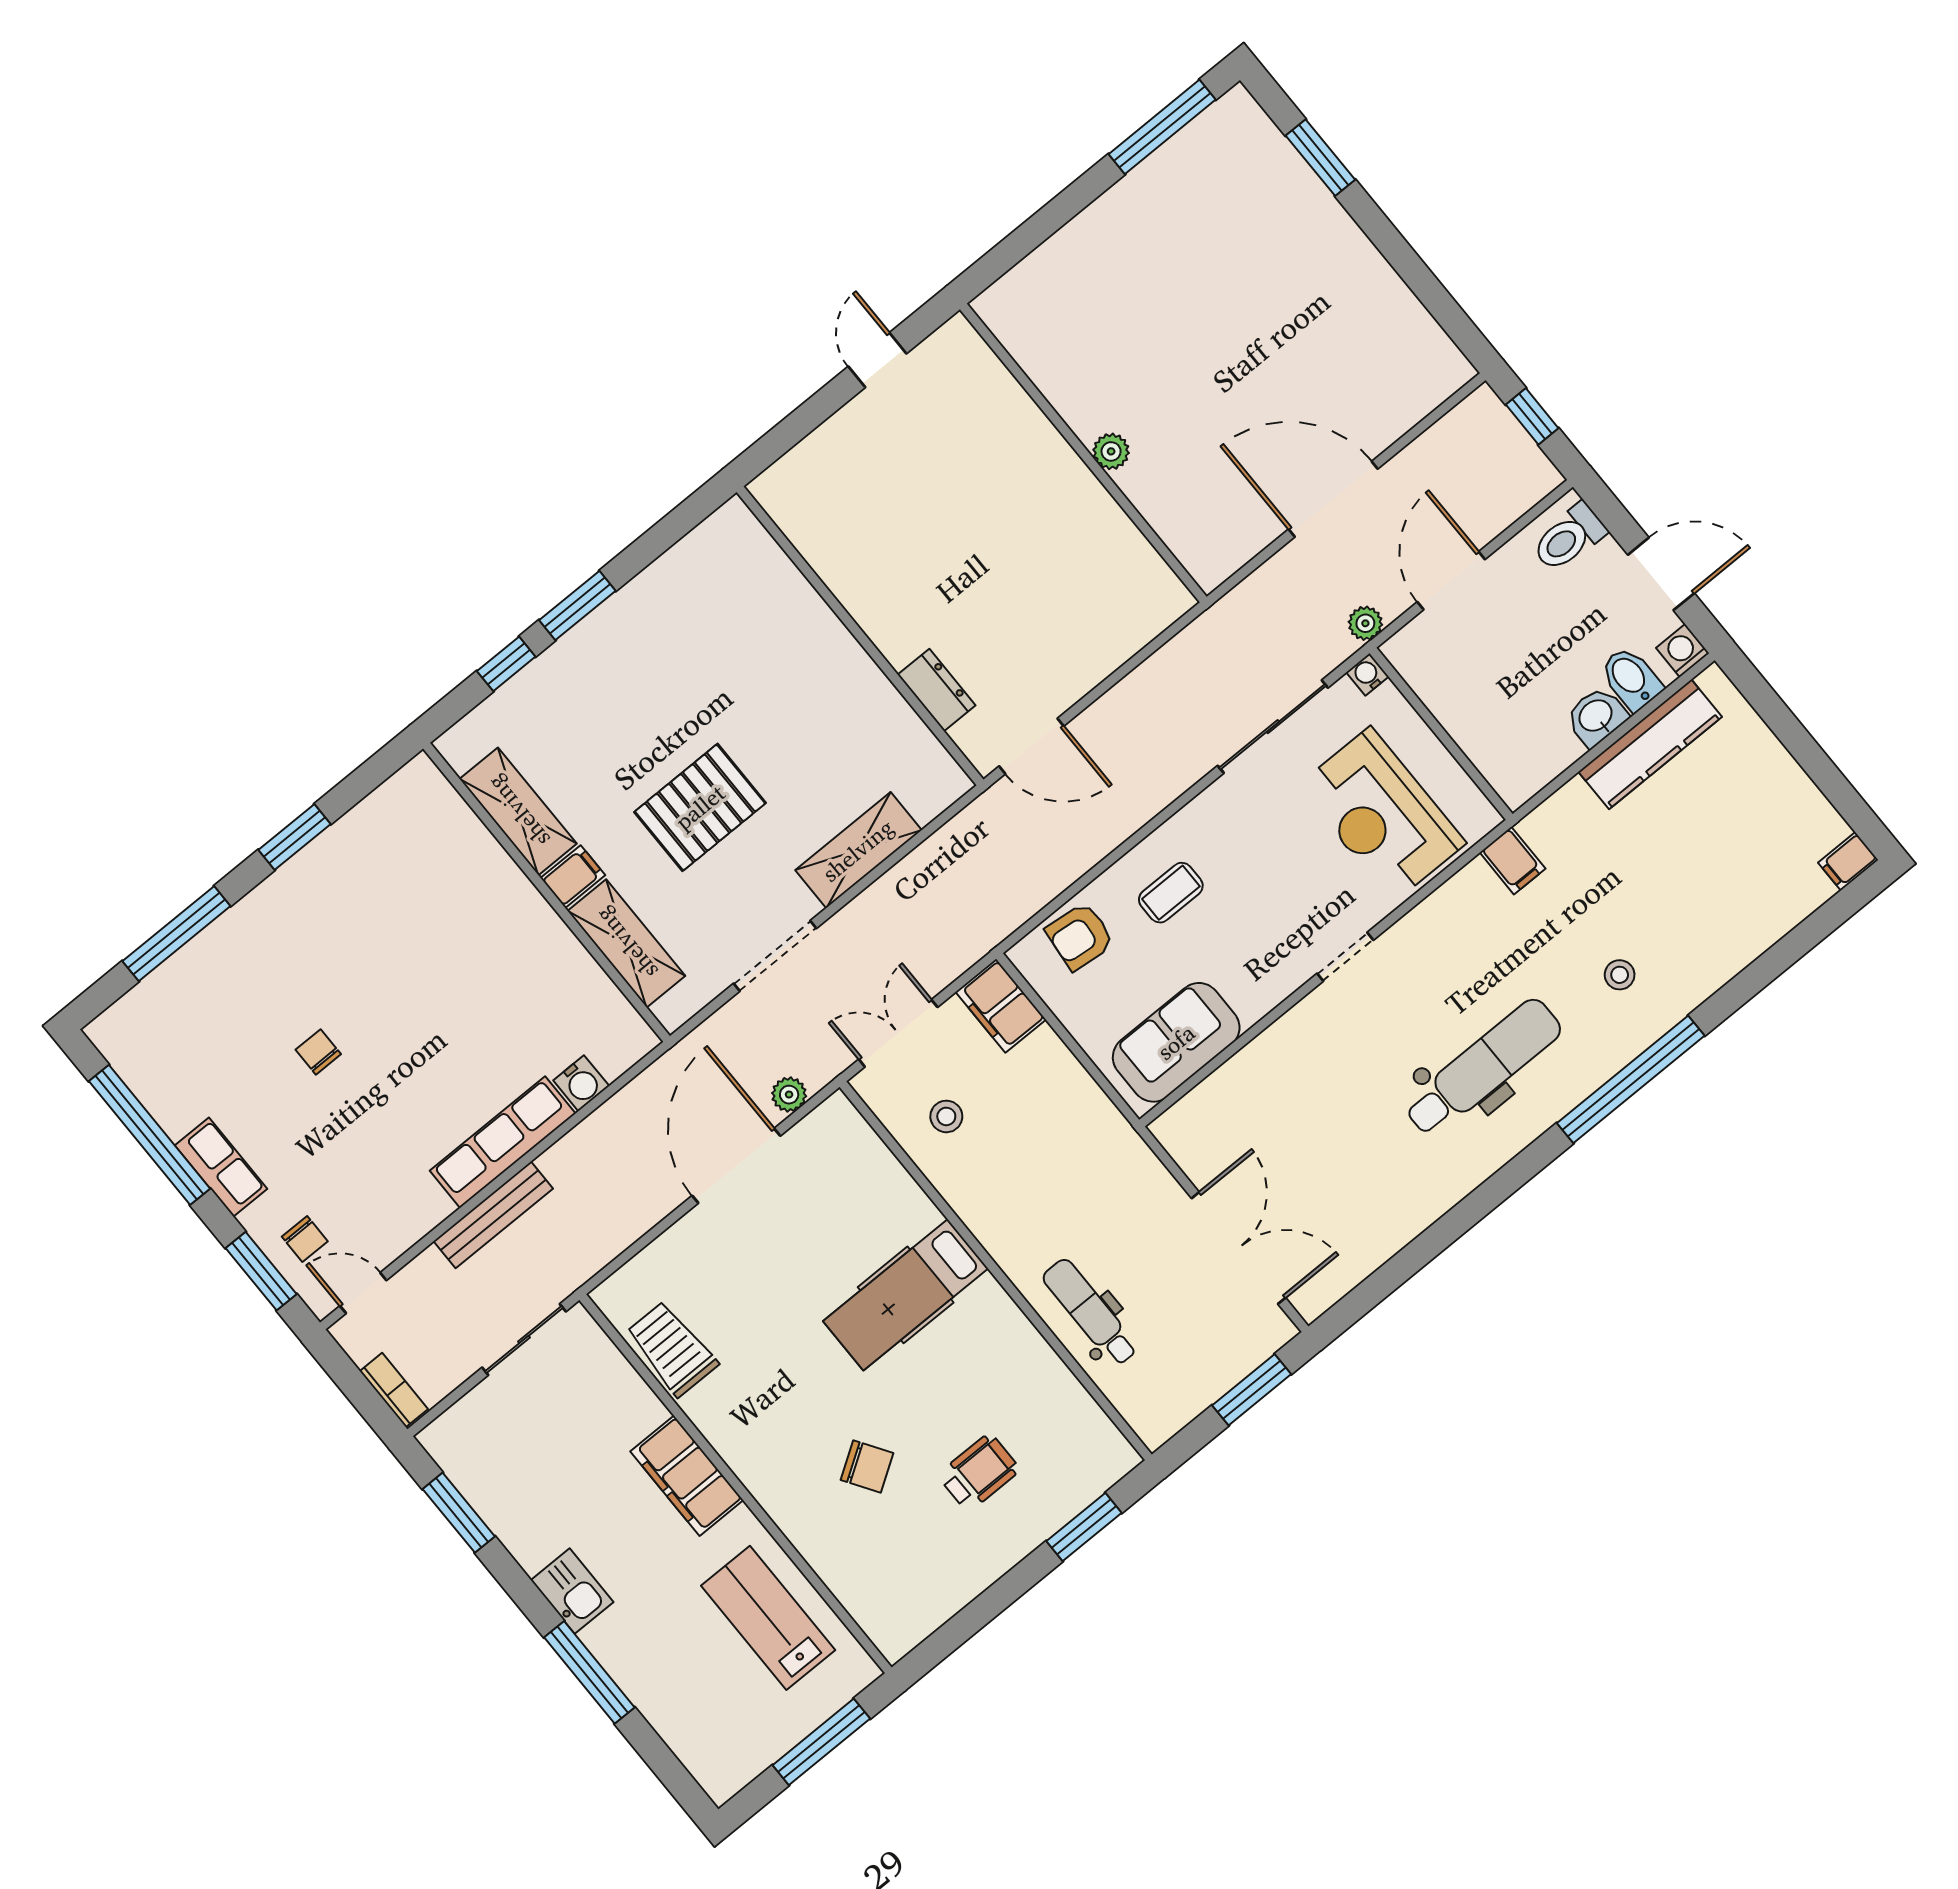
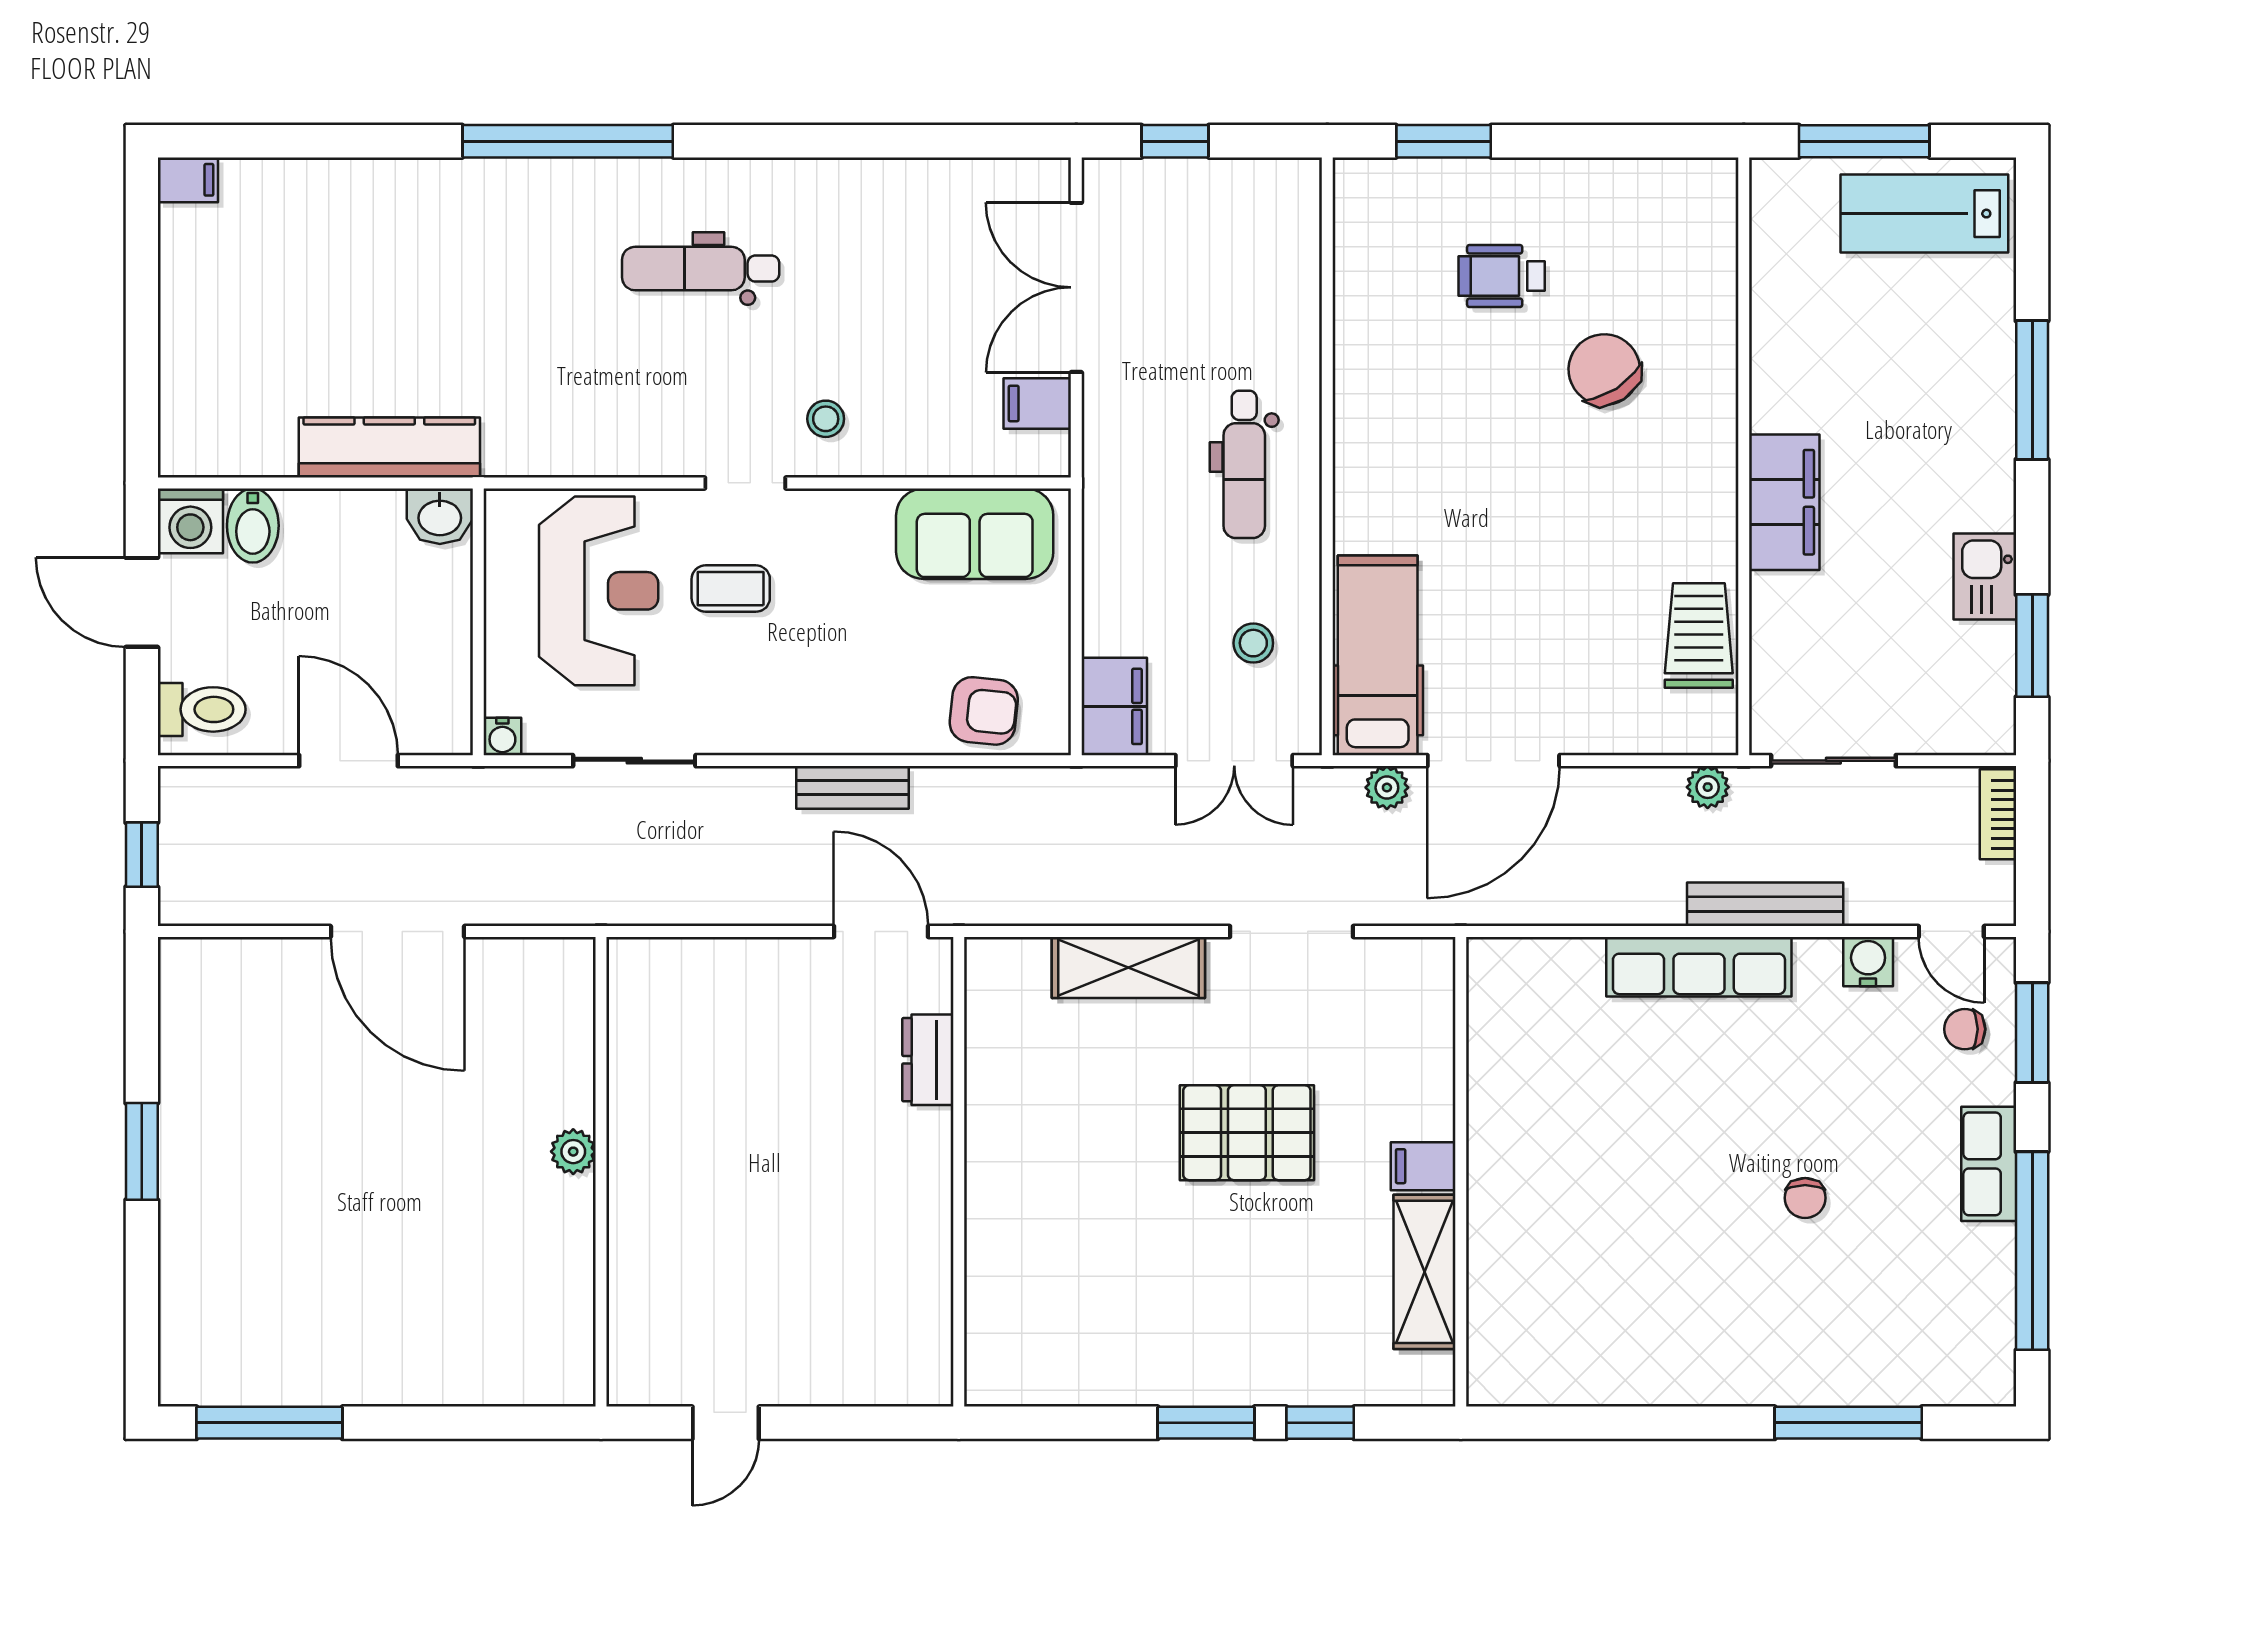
window: (1320, 158) -> (142, 1151), moved
door: (1451, 581) -> (348, 761), swing flipped
plant: (1365, 623) -> (1708, 787), moved
washing machine: (1683, 651) -> (190, 521), width x1.38, depth x1.38
washbasin: (1596, 717) -> (440, 516), moved
sliding door: (1273, 727) -> (634, 761), width x0.73
kitchen counter: (1650, 744) -> (389, 447), moved
bench: (1123, 822) -> (852, 787), added
window: (294, 837) -> (1659, 1423), removed
filing cabinet: (1513, 861) -> (1037, 403), moved, turned -90
coffee table: (1171, 893) -> (731, 589), moved
shelving: (626, 943) -> (1424, 1060), removed
stool: (1620, 975) -> (826, 419), moved
dental chair: (1483, 1068) -> (701, 269), width x0.73, depth x0.72
water cooler: (581, 1083) -> (1868, 962), moved
chair: (305, 1239) -> (1965, 1029), turned -90
hospital bed: (906, 1295) -> (1378, 655), moved, turned -90
dental chair: (1090, 1312) -> (1244, 464), moved
trolley: (672, 1349) -> (1699, 636), turned 180
window: (1252, 1390) -> (1175, 141), width x0.67
chair: (867, 1466) -> (1604, 370), width x1.37, depth x1.37
kitchen sink: (572, 1591) -> (1985, 577), moved
lab bench: (768, 1618) -> (1924, 214), moved, turned 90

